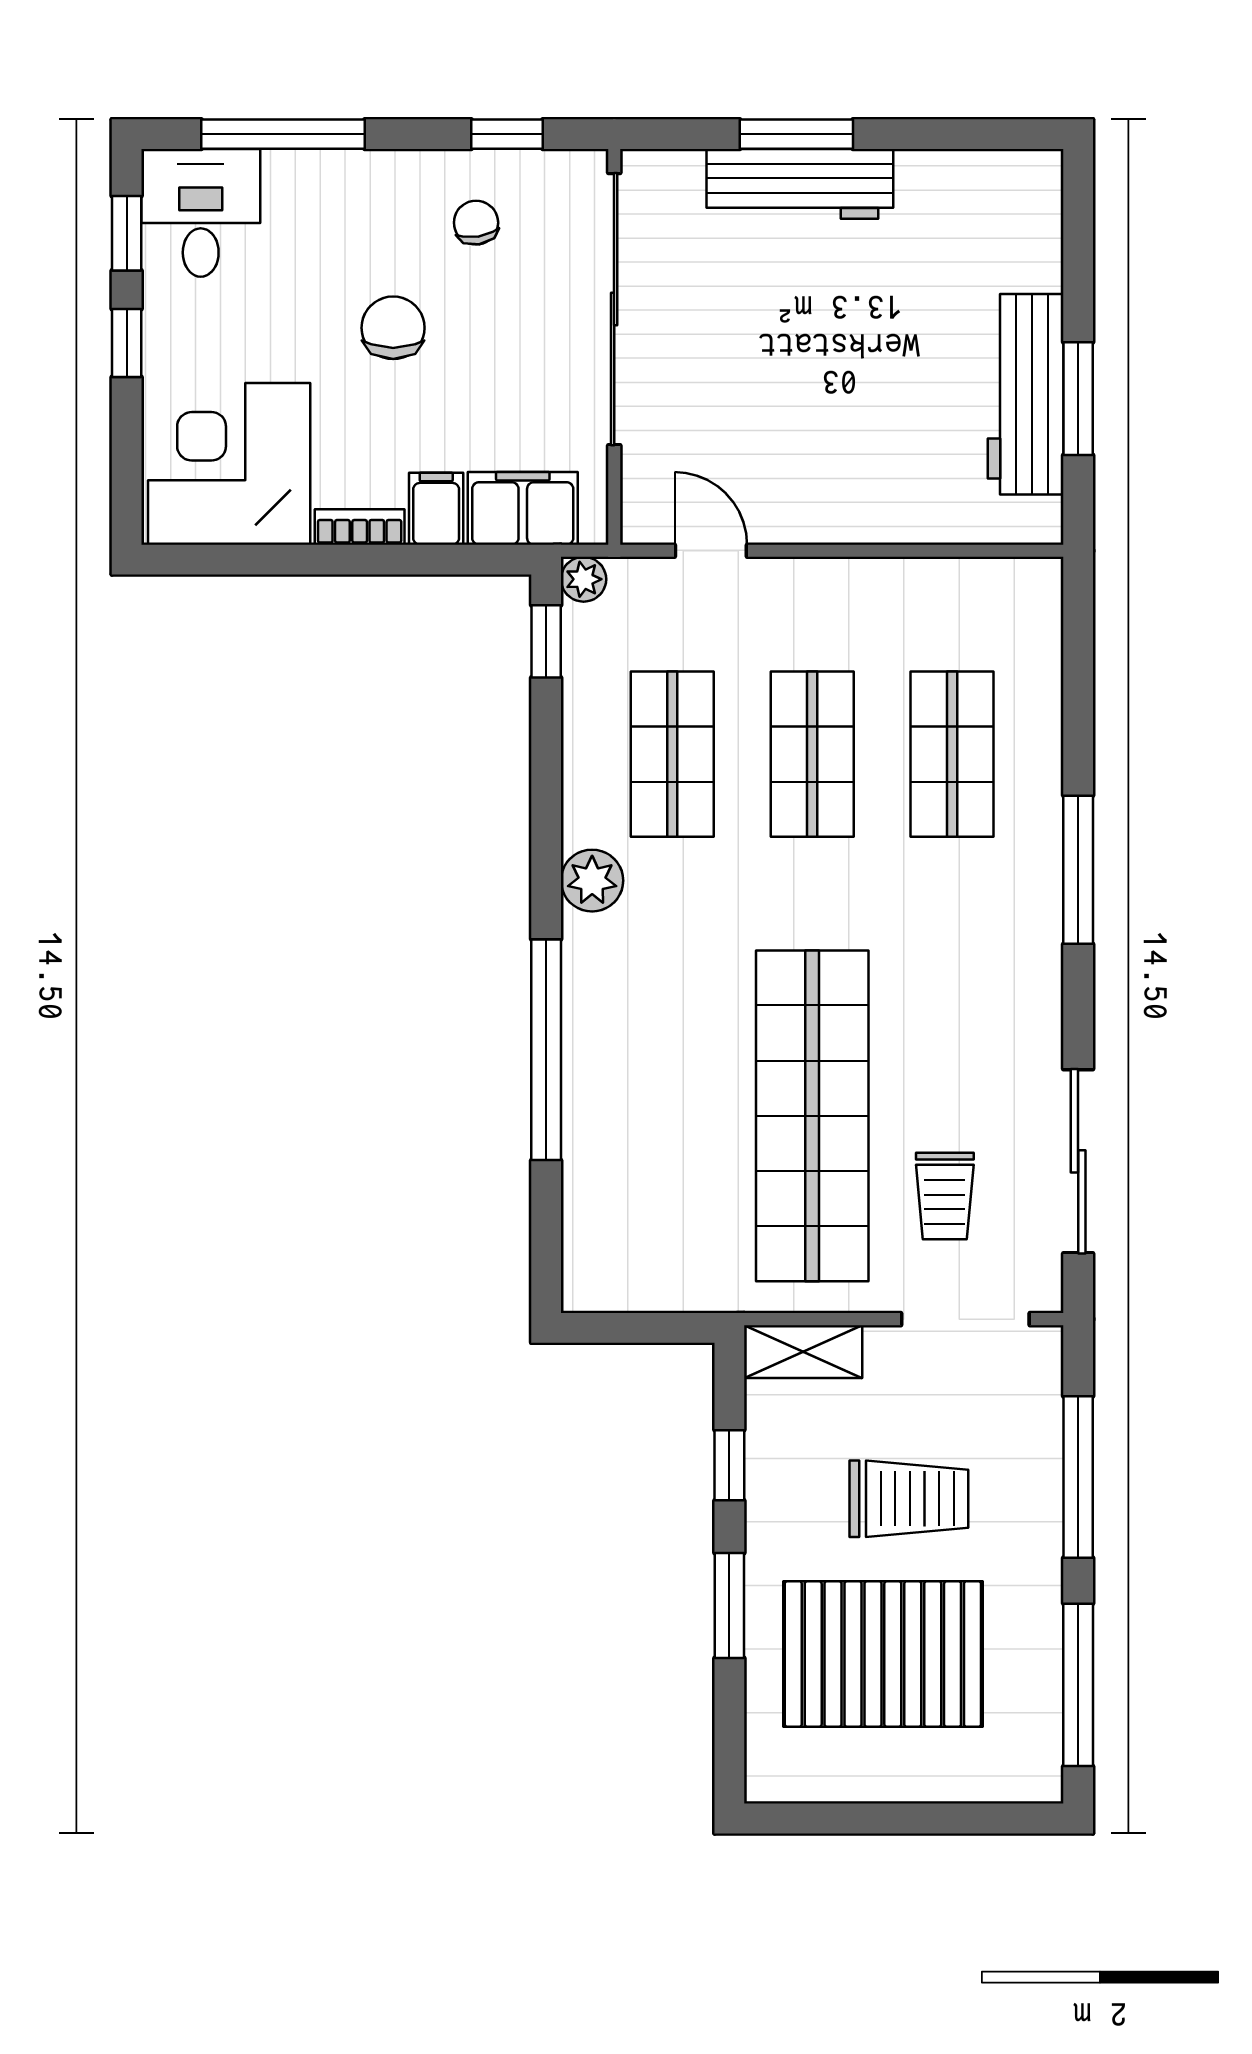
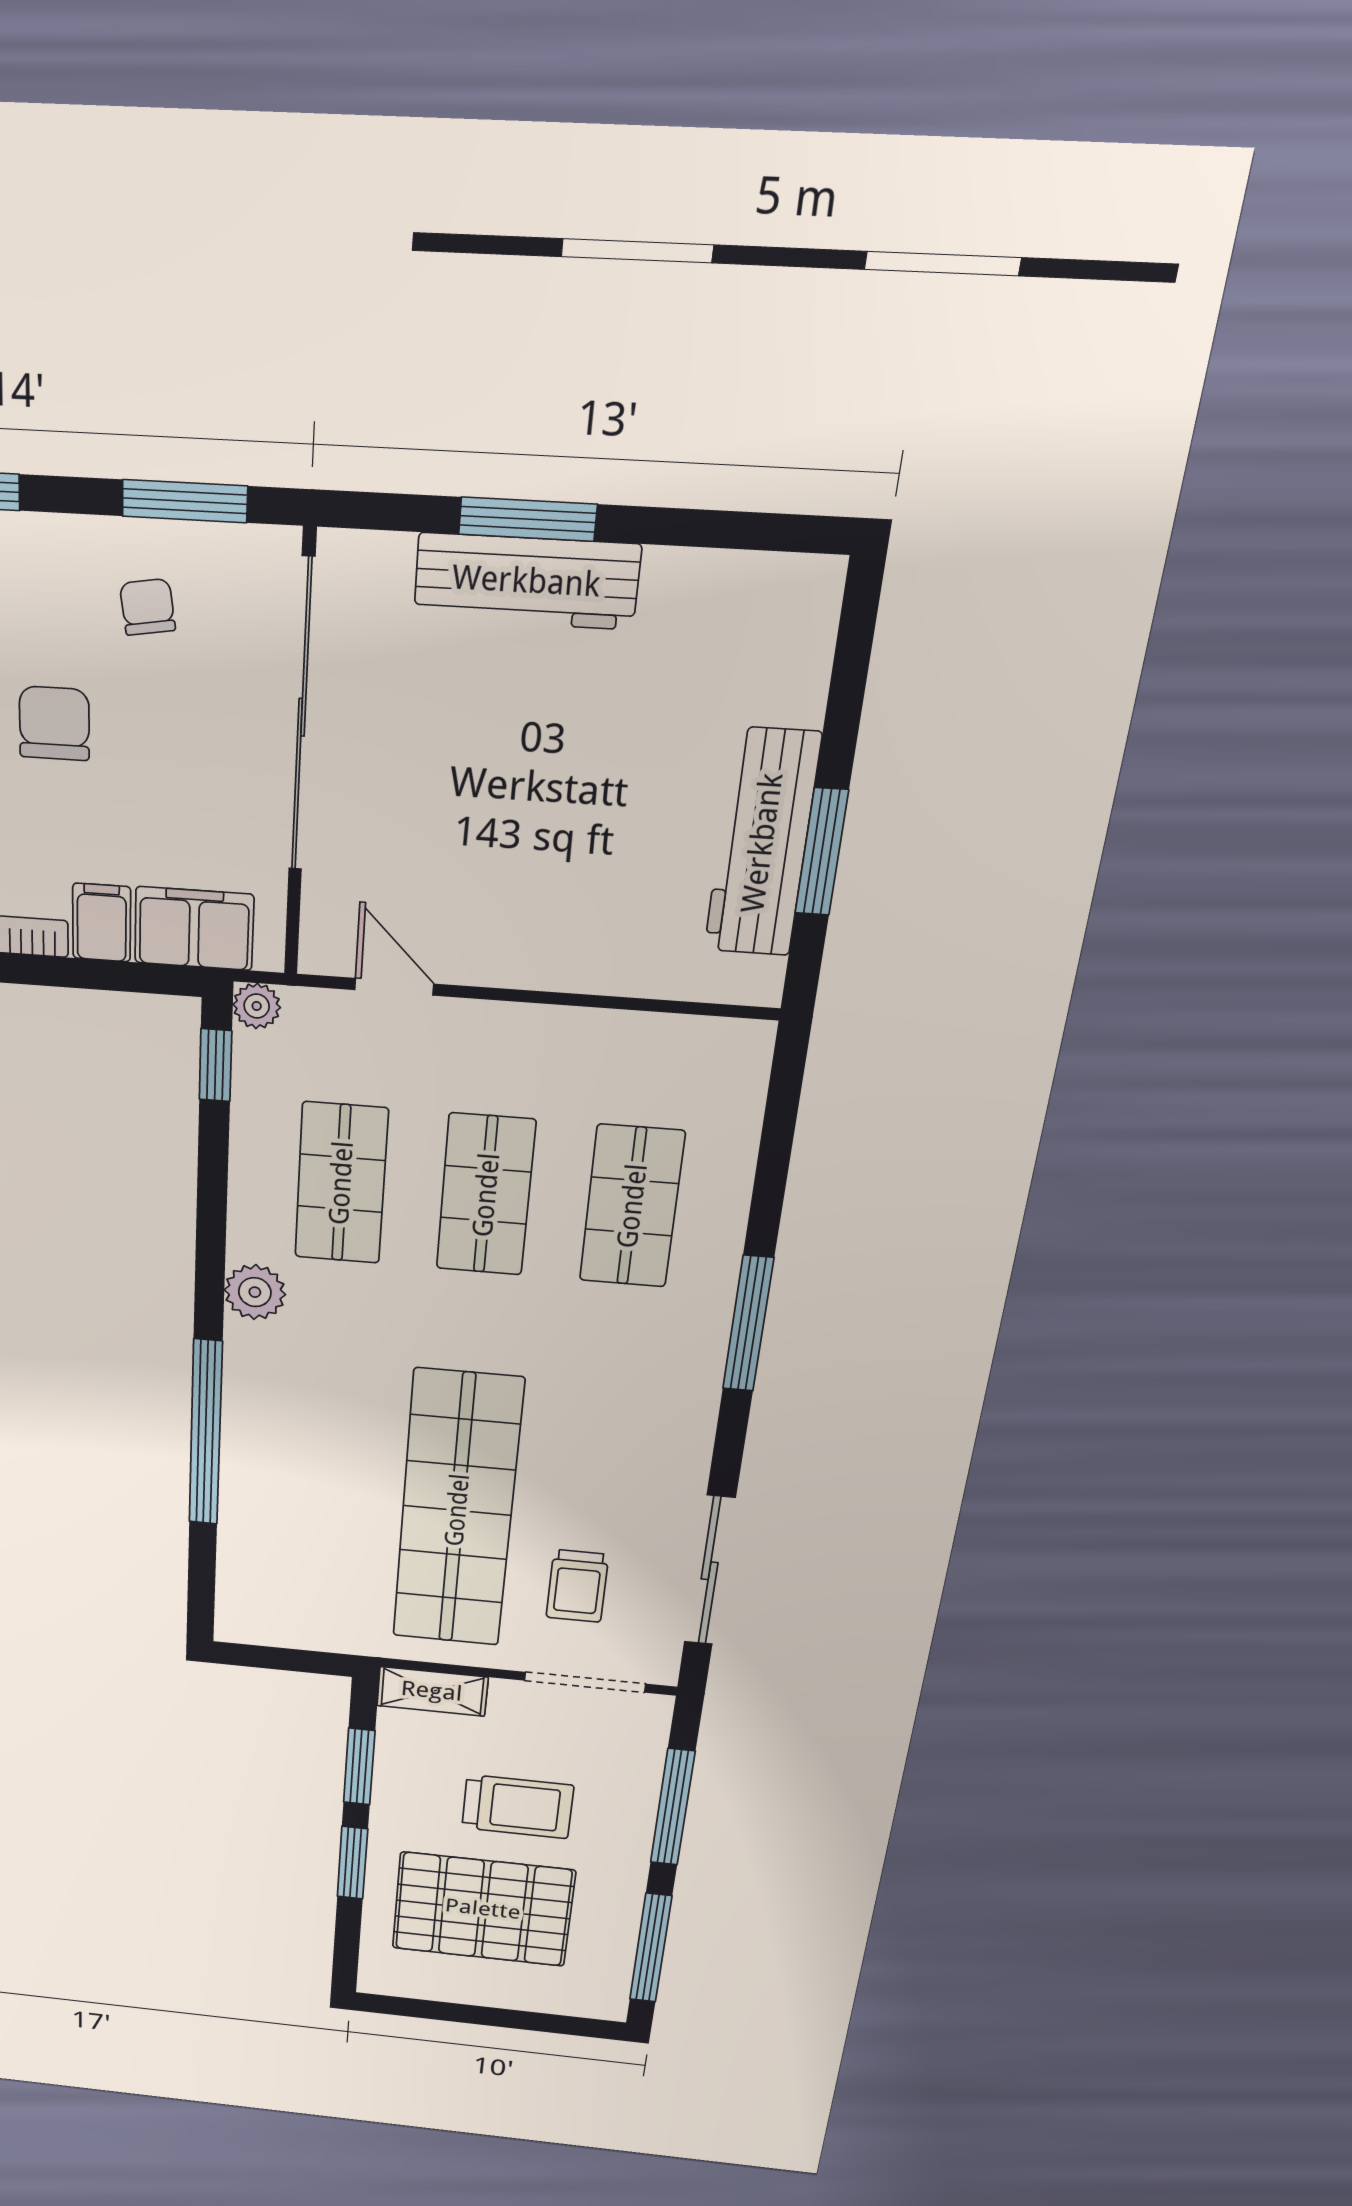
window: (507, 134) -> (185, 501), width x1.50
window: (729, 1465) -> (359, 1767), width x1.50

